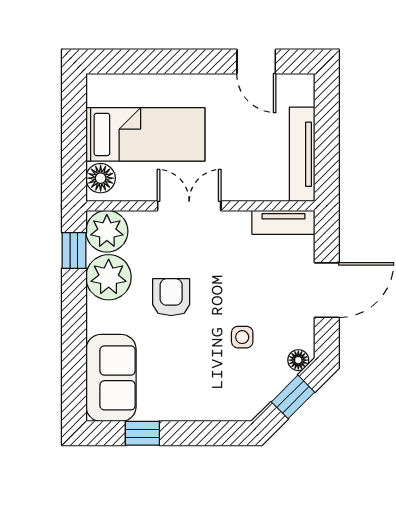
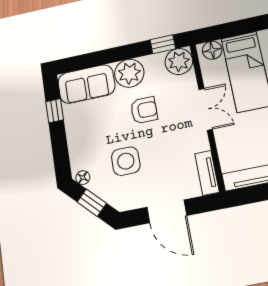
plant: (109, 277) -> (129, 73), moved
side table: (242, 337) -> (126, 161), width x1.87, depth x1.87
floor lamp: (298, 360) -> (83, 178), moved

